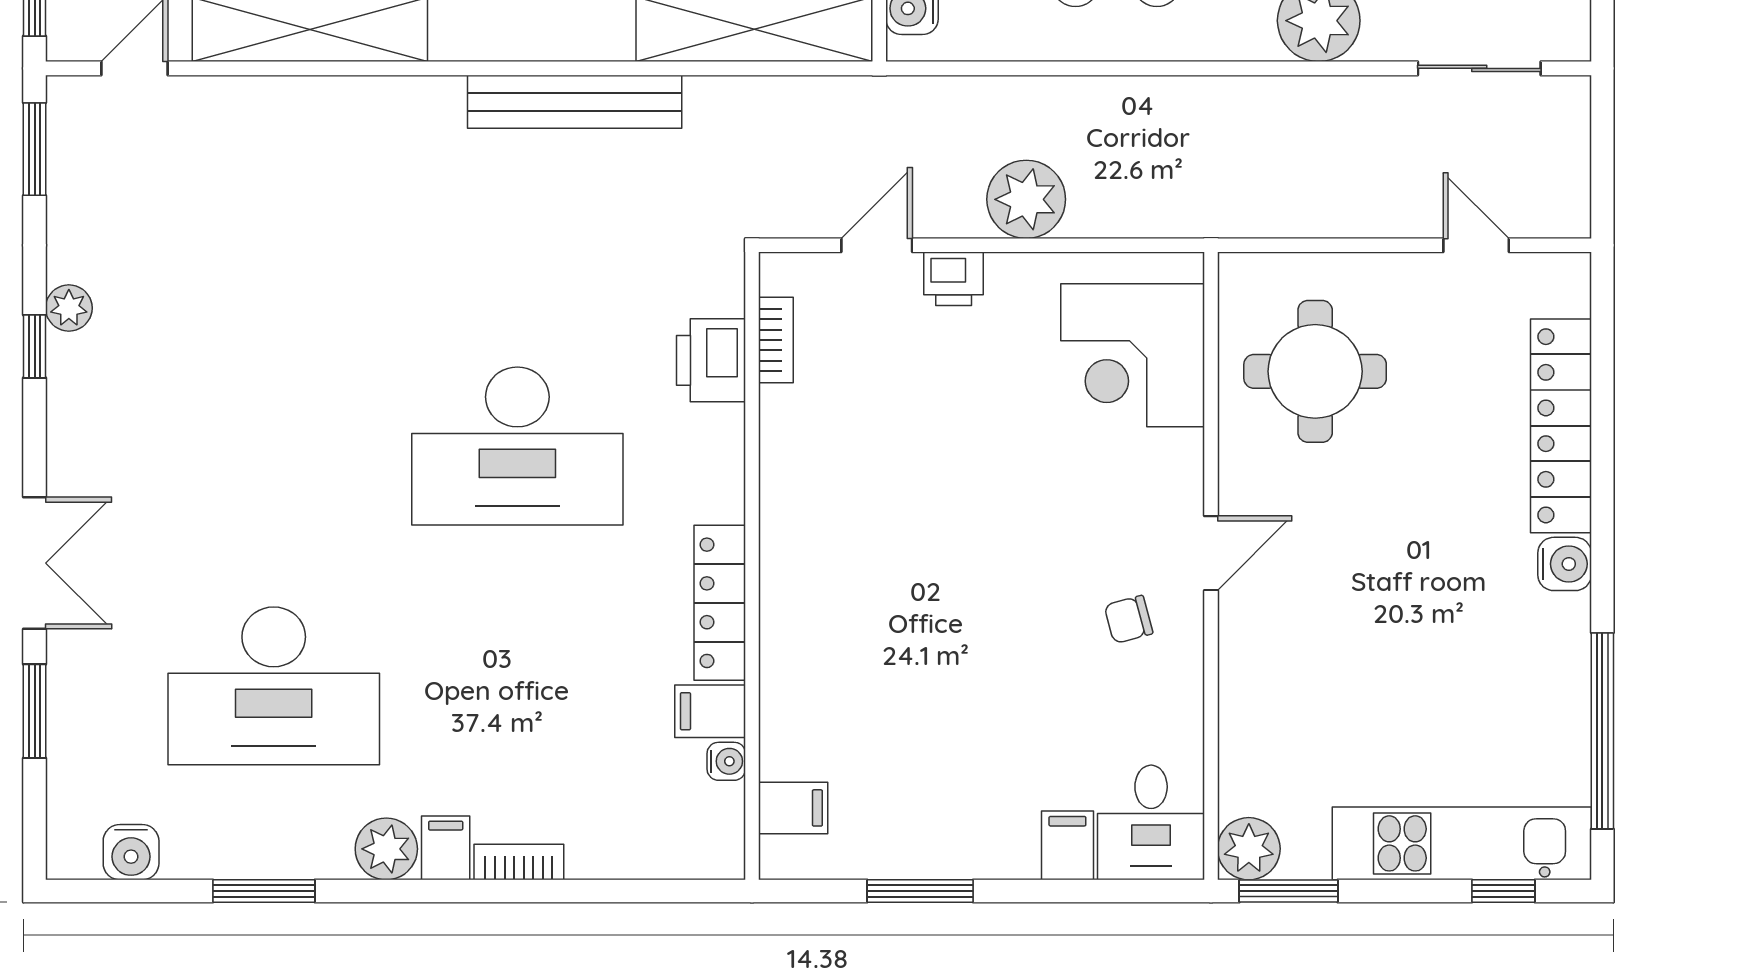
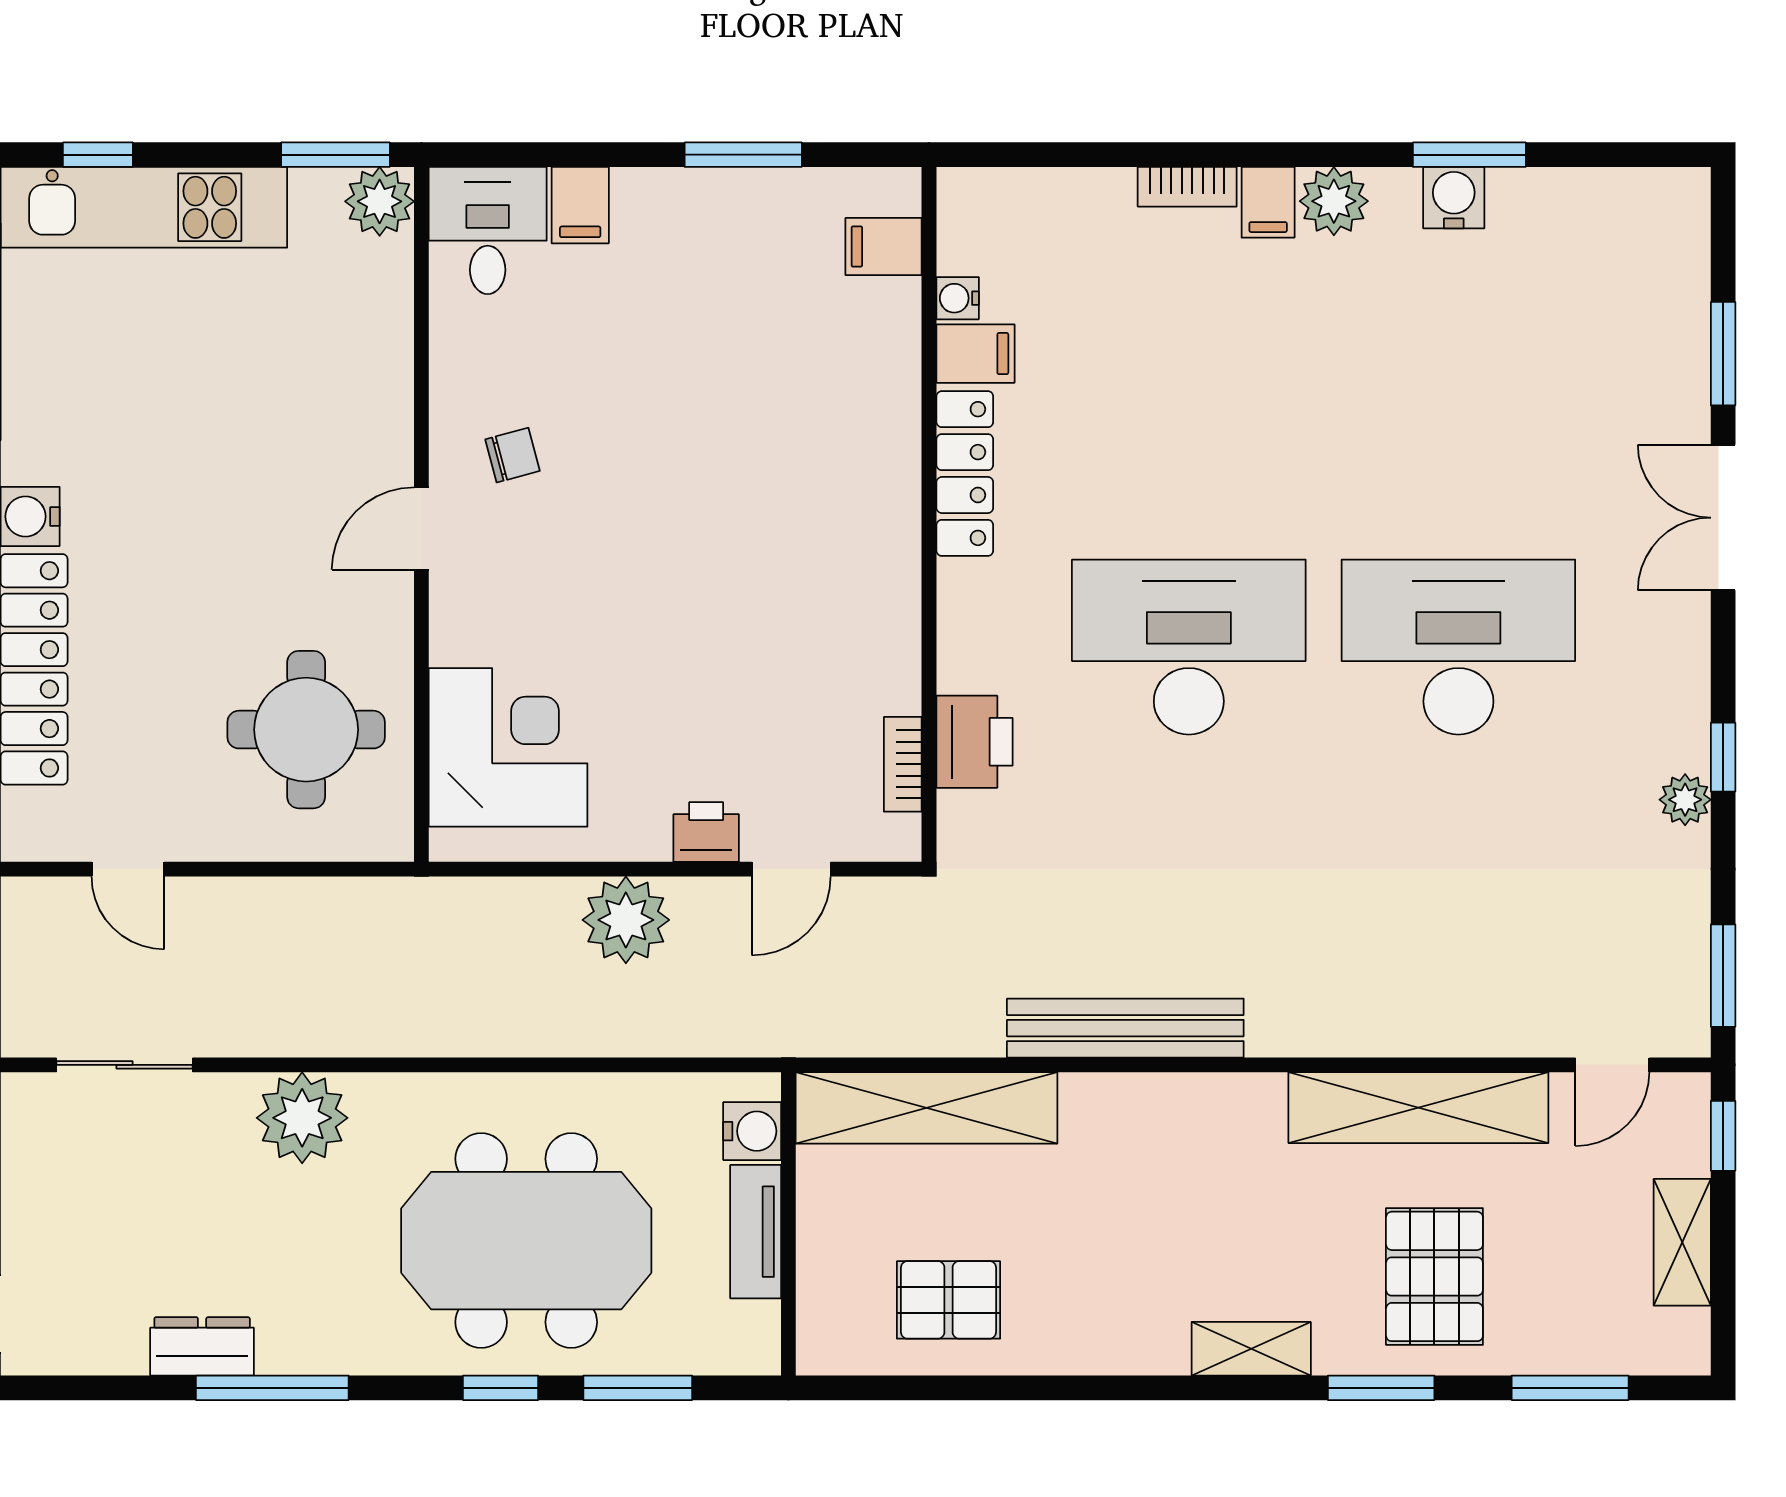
desk: (274, 686) -> (1458, 647), moved
water cooler: (131, 852) -> (1454, 198), moved

